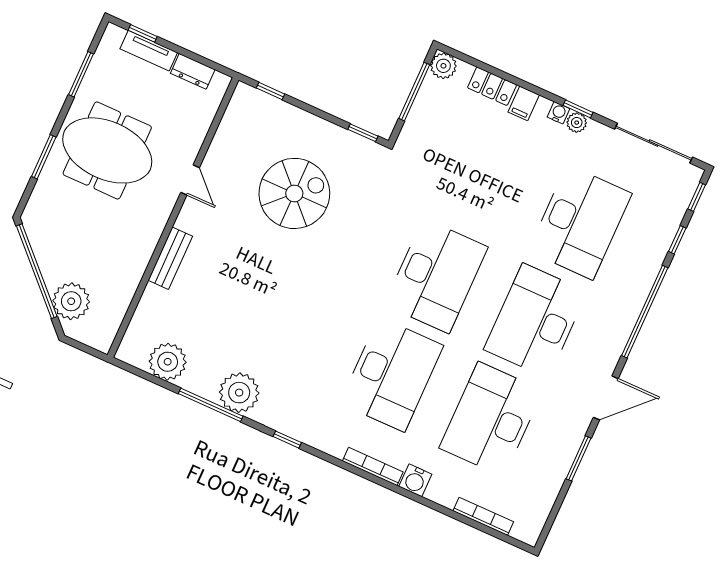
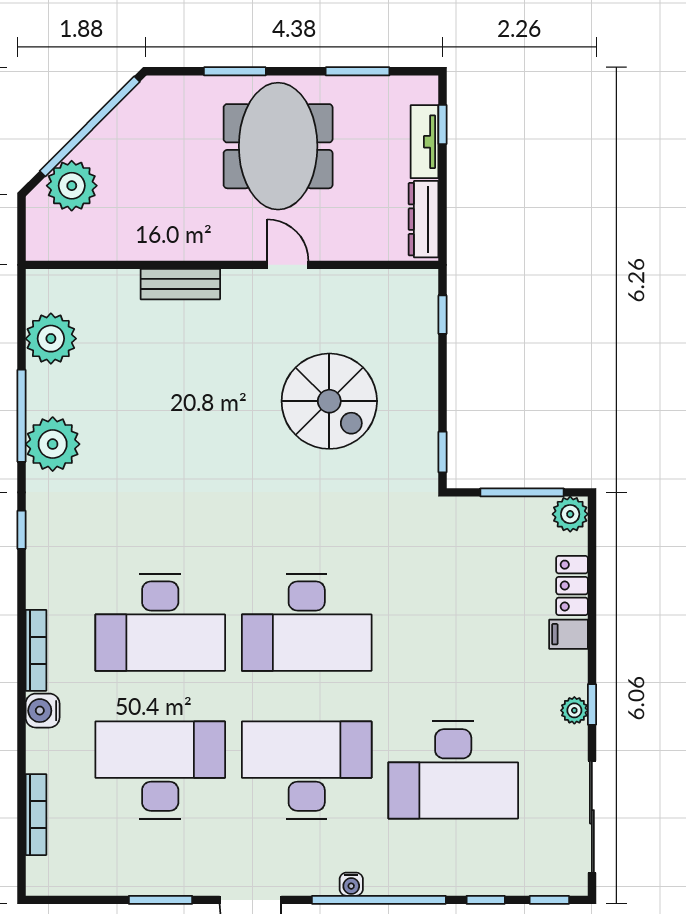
dresser: (193, 71) -> (423, 219), width x1.44
water cooler: (559, 113) -> (351, 884), moved, turned 90
door: (190, 180) -> (288, 265), swing flipped

